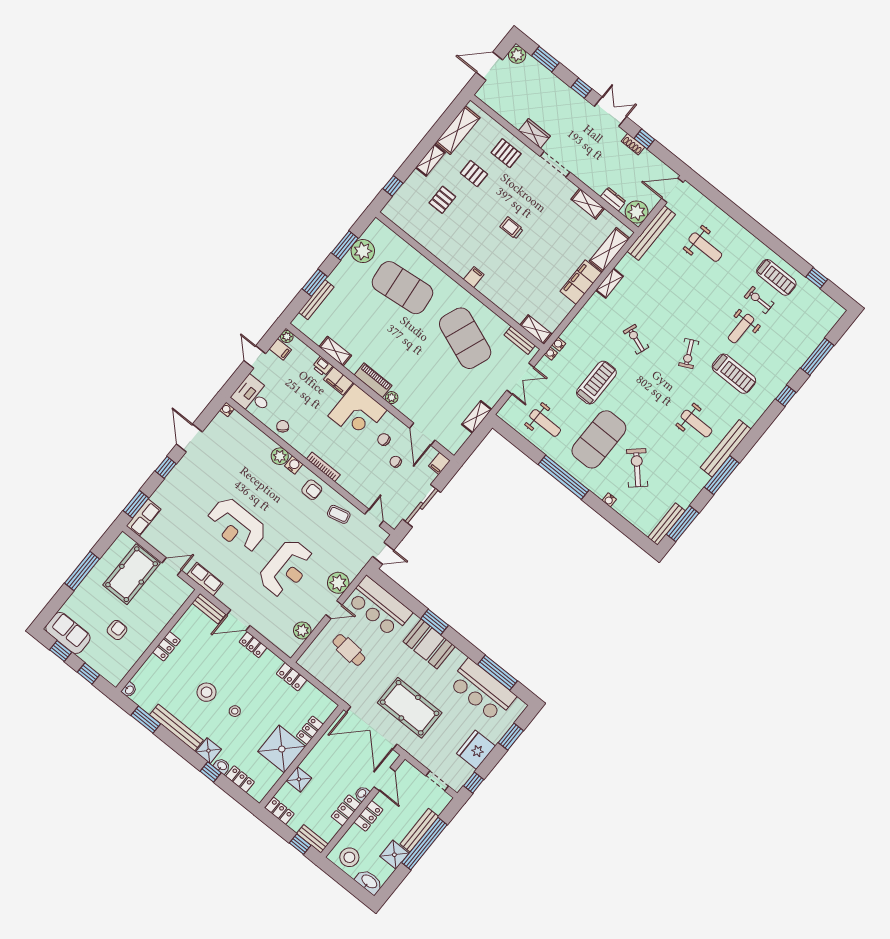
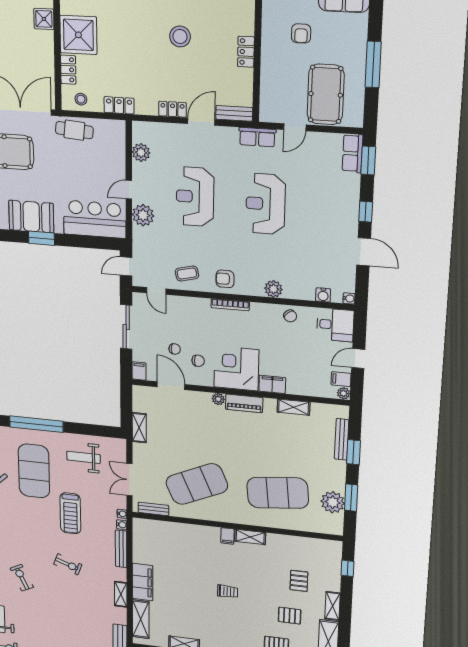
bench: (576, 323) -> (121, 549), added
shelving: (536, 329) -> (250, 537), moved
exercise mat: (465, 338) -> (197, 484), turned -45
door: (255, 357) -> (358, 359), swing flipped
printer: (322, 366) -> (295, 388), removed
water cooler: (294, 465) -> (323, 295), moved
reception desk: (236, 525) -> (266, 204), turned -90
cafe table: (349, 650) -> (74, 130), moved
stool: (235, 711) -> (81, 99), moved

